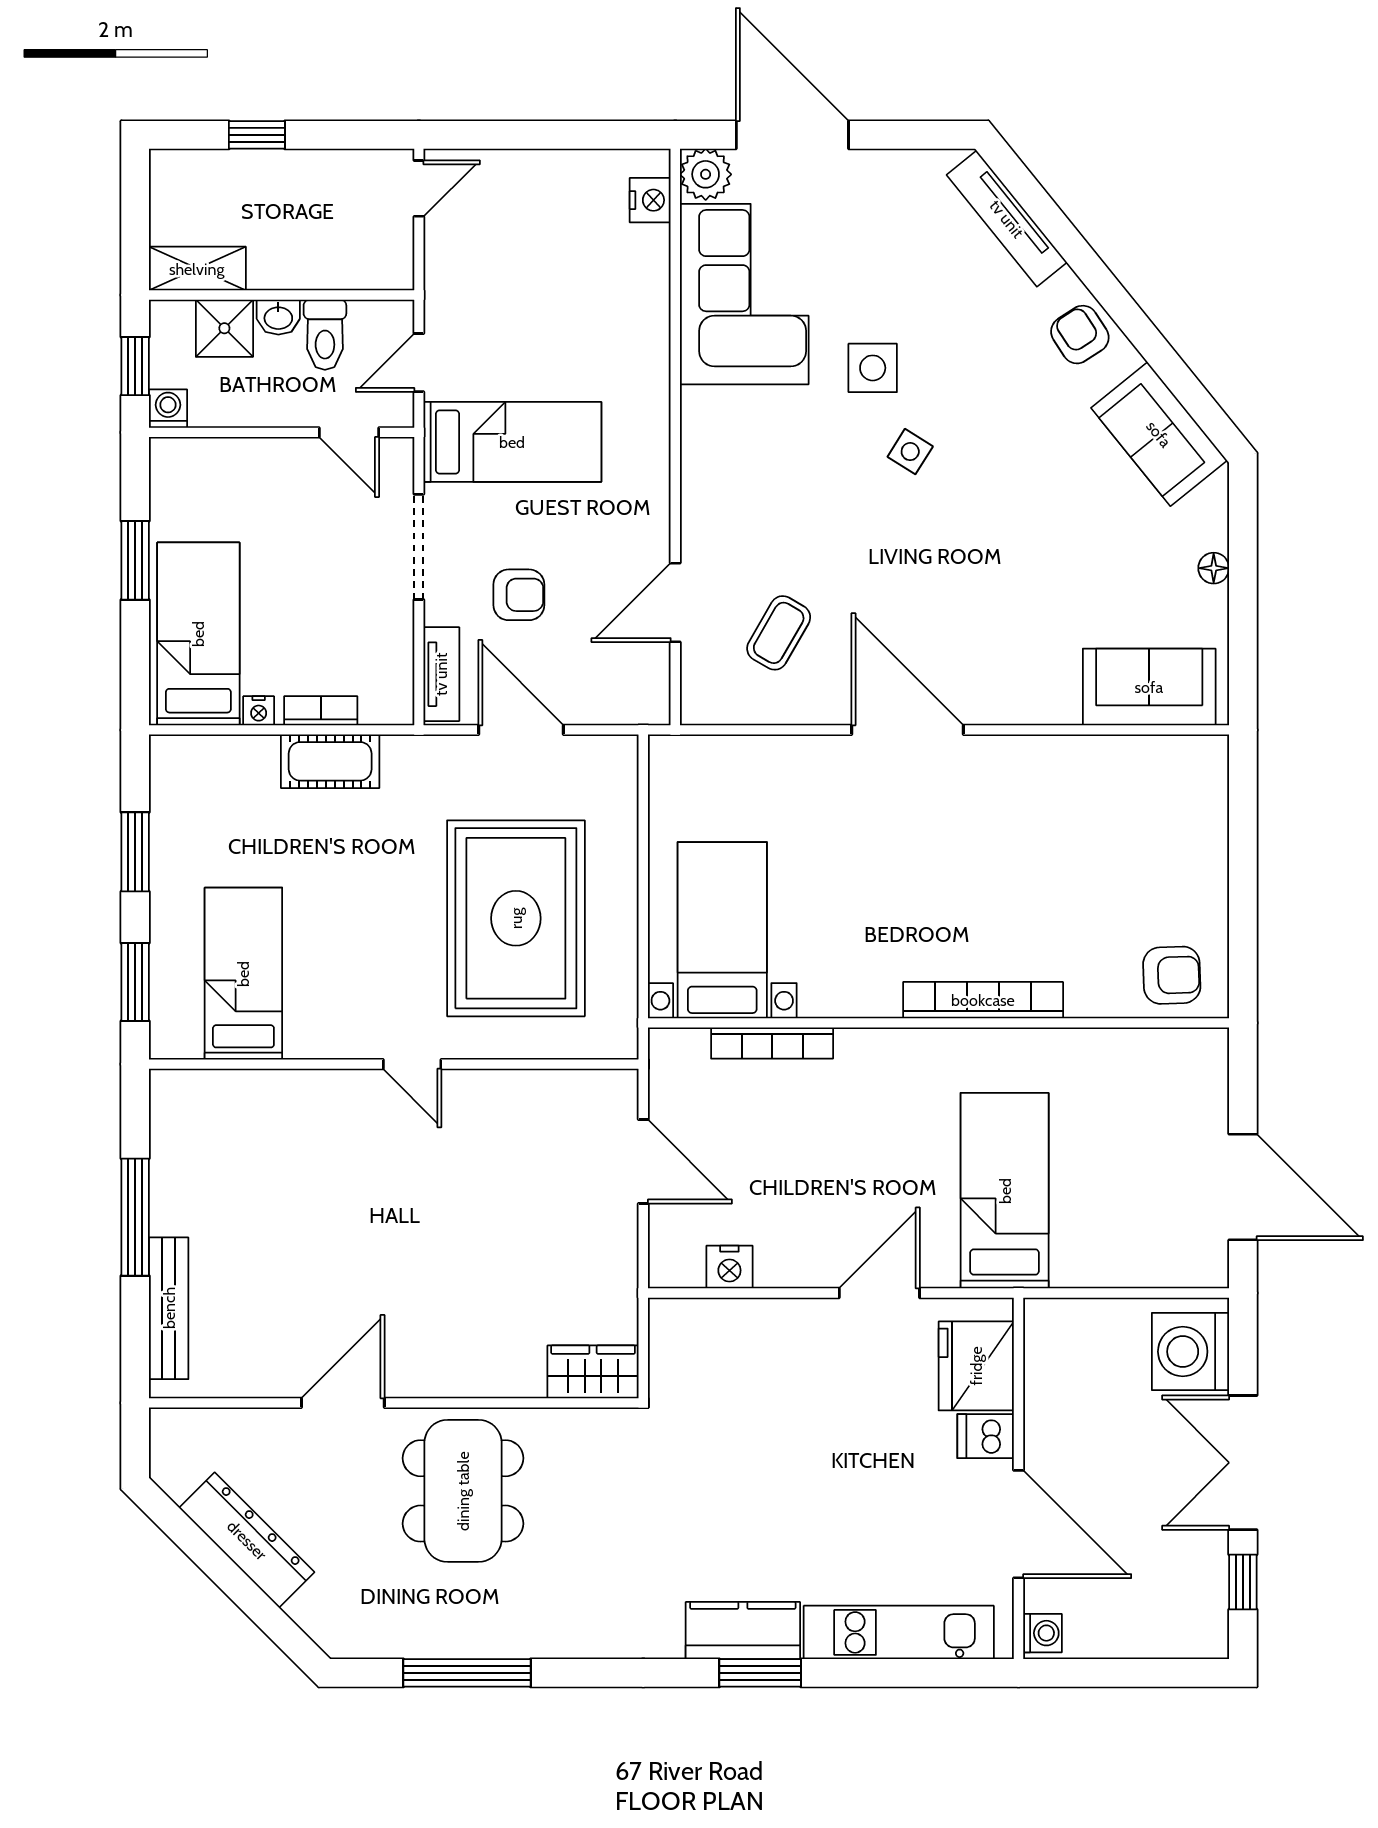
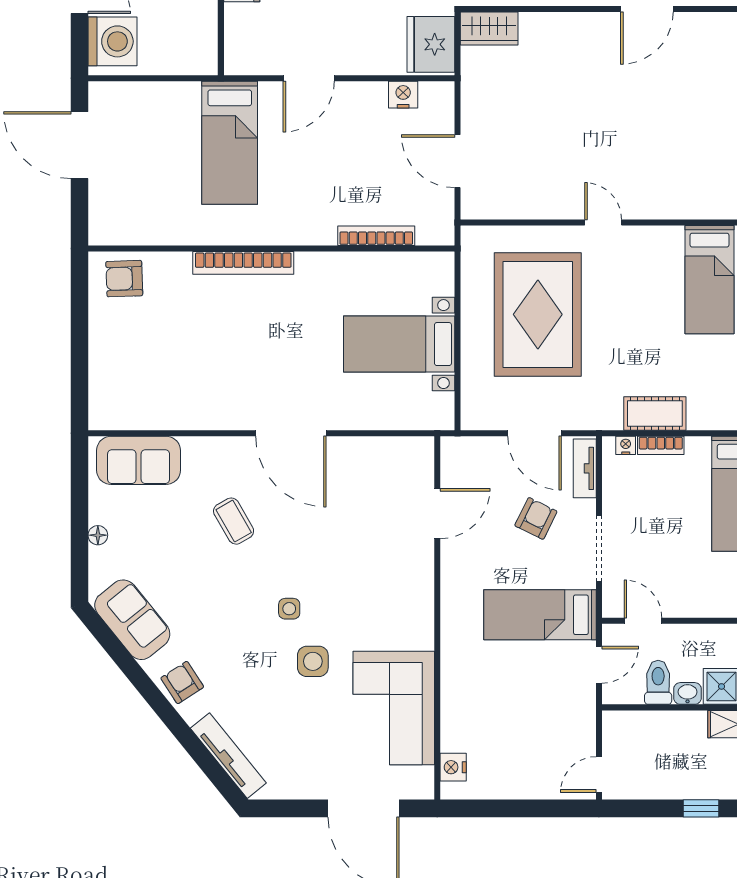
plant: (706, 174) -> (418, 783), removed
armchair: (1080, 335) -> (182, 682), turned 180
side table: (910, 452) -> (289, 609), turned -32
armchair: (519, 595) -> (536, 518), turned 116
coffee table: (779, 633) -> (234, 521), moved, turned -60
nightstand: (259, 711) -> (626, 445), moved
bed with nightstands: (722, 930) -> (399, 344), moved, turned 90
fridge: (976, 1366) -> (431, 44), moved, turned 180

